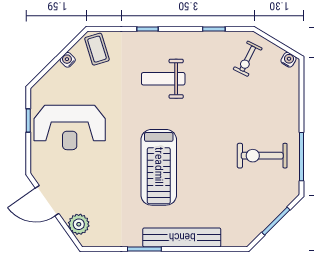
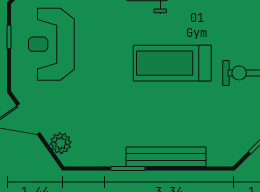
reception desk: (70, 128) -> (51, 44), turned 90
treadmill: (159, 167) -> (172, 63), moved, turned 90

